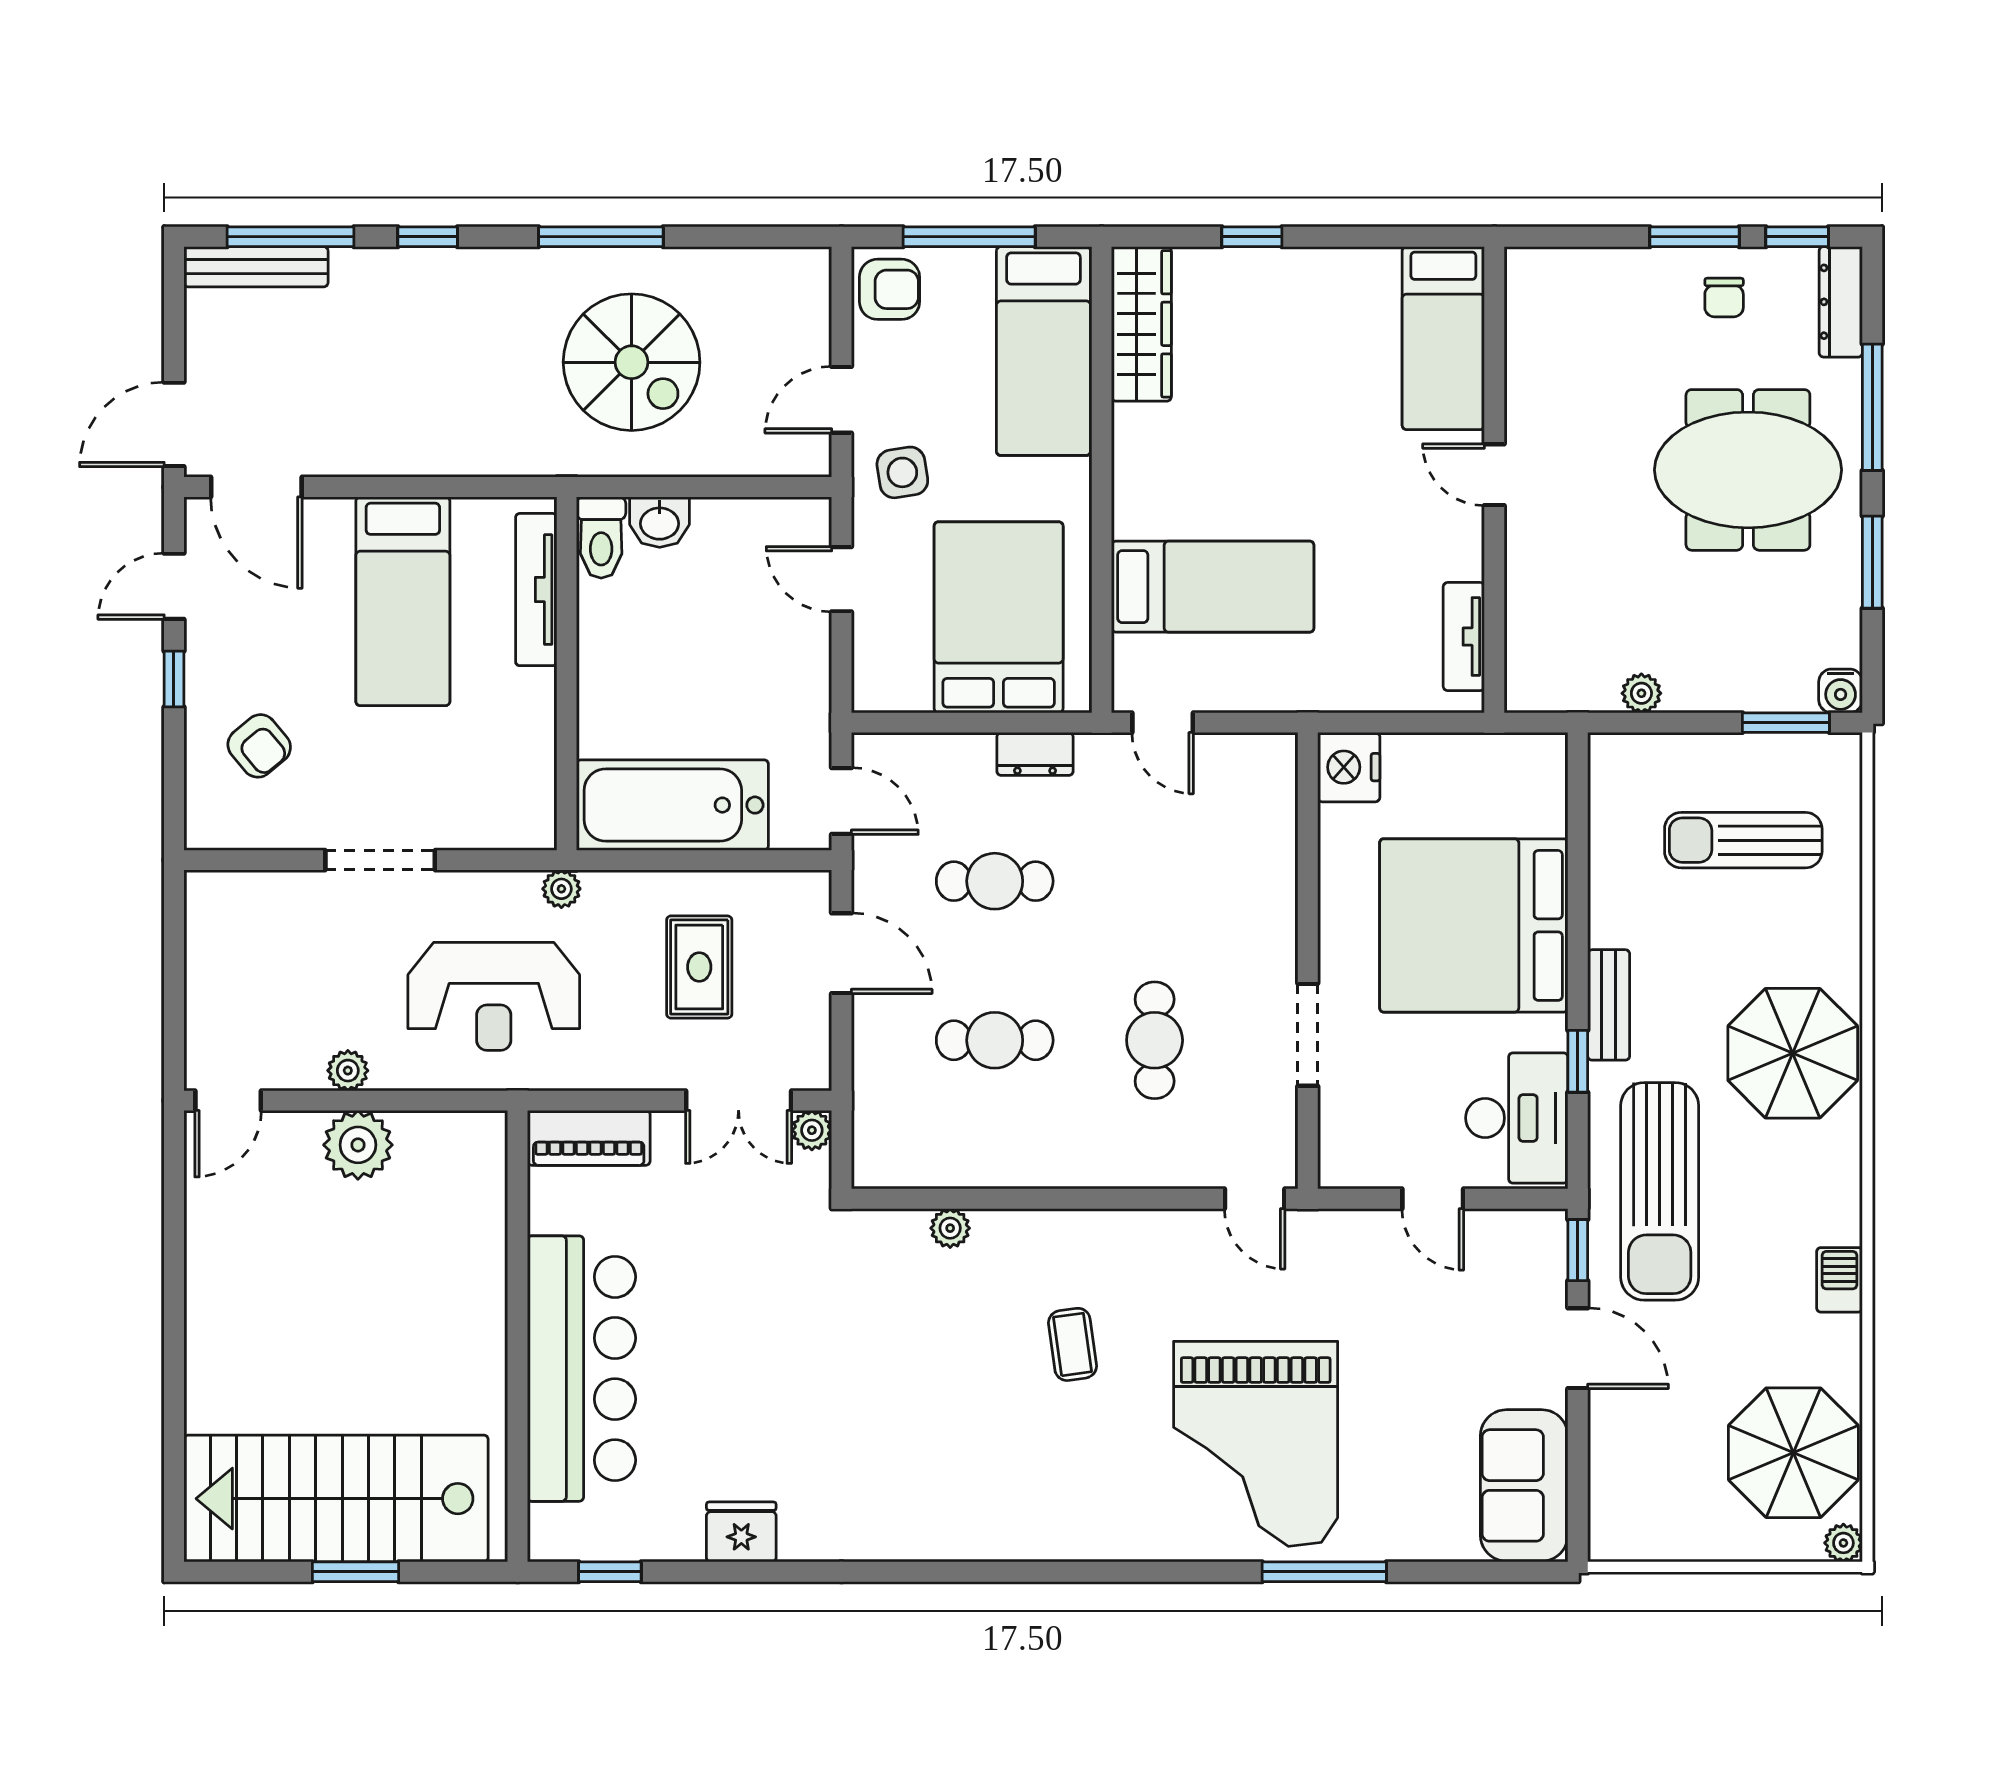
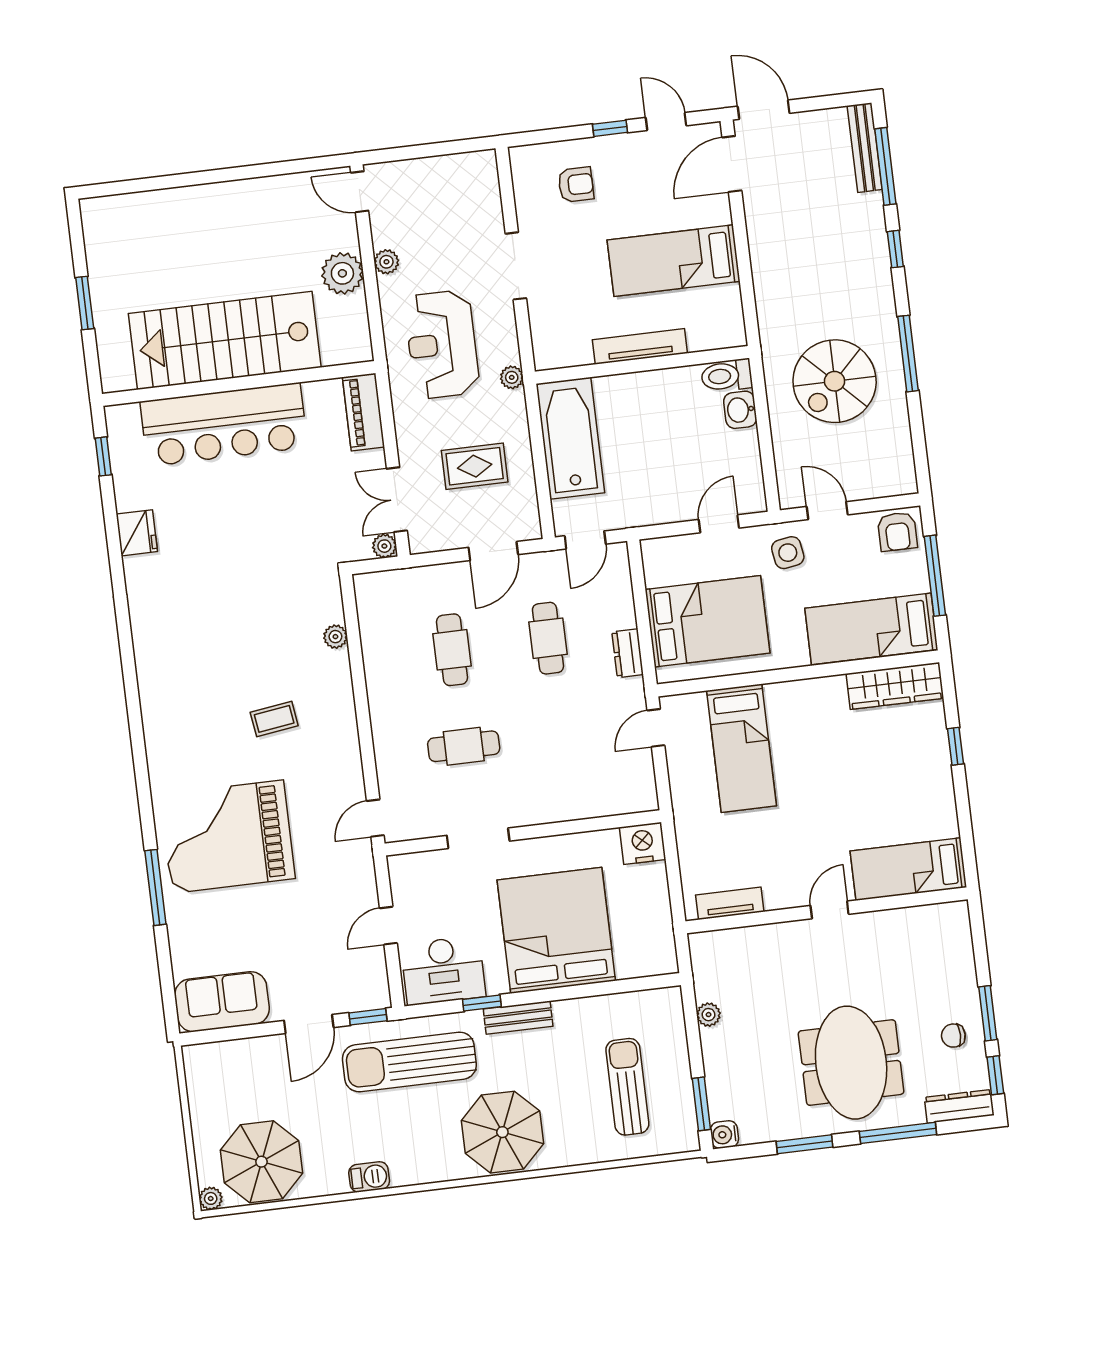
tv unit: (536, 590) -> (640, 346), moved
armchair: (259, 746) -> (576, 185), turned -140
stairs: (336, 1499) -> (225, 340), moved, turned -90

